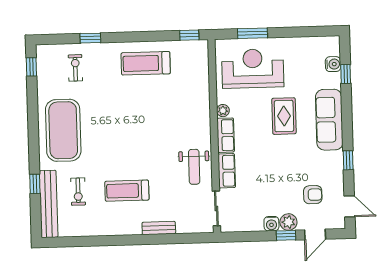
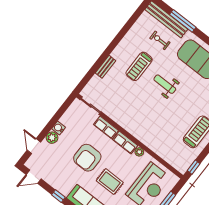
weight bench: (194, 167) -> (165, 84), moved
window: (35, 184) -> (183, 21), width x2.17
treadmill: (127, 191) -> (139, 66), turned 180
armchair: (313, 195) -> (87, 158), moved, width x1.88, depth x1.88
window: (286, 235) -> (46, 131), removed

